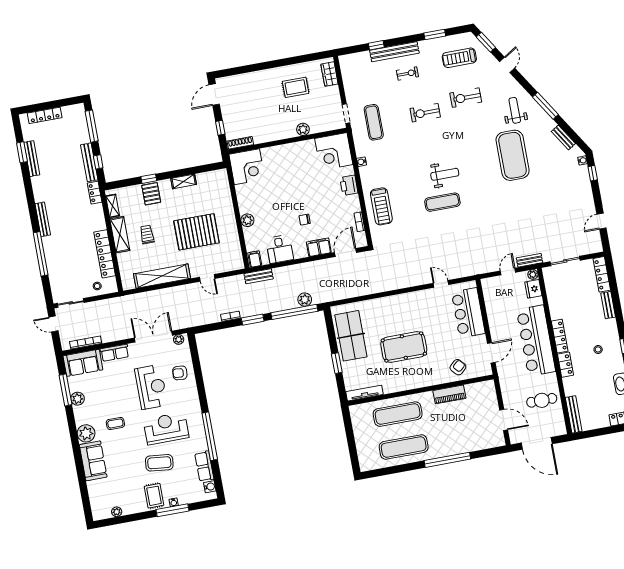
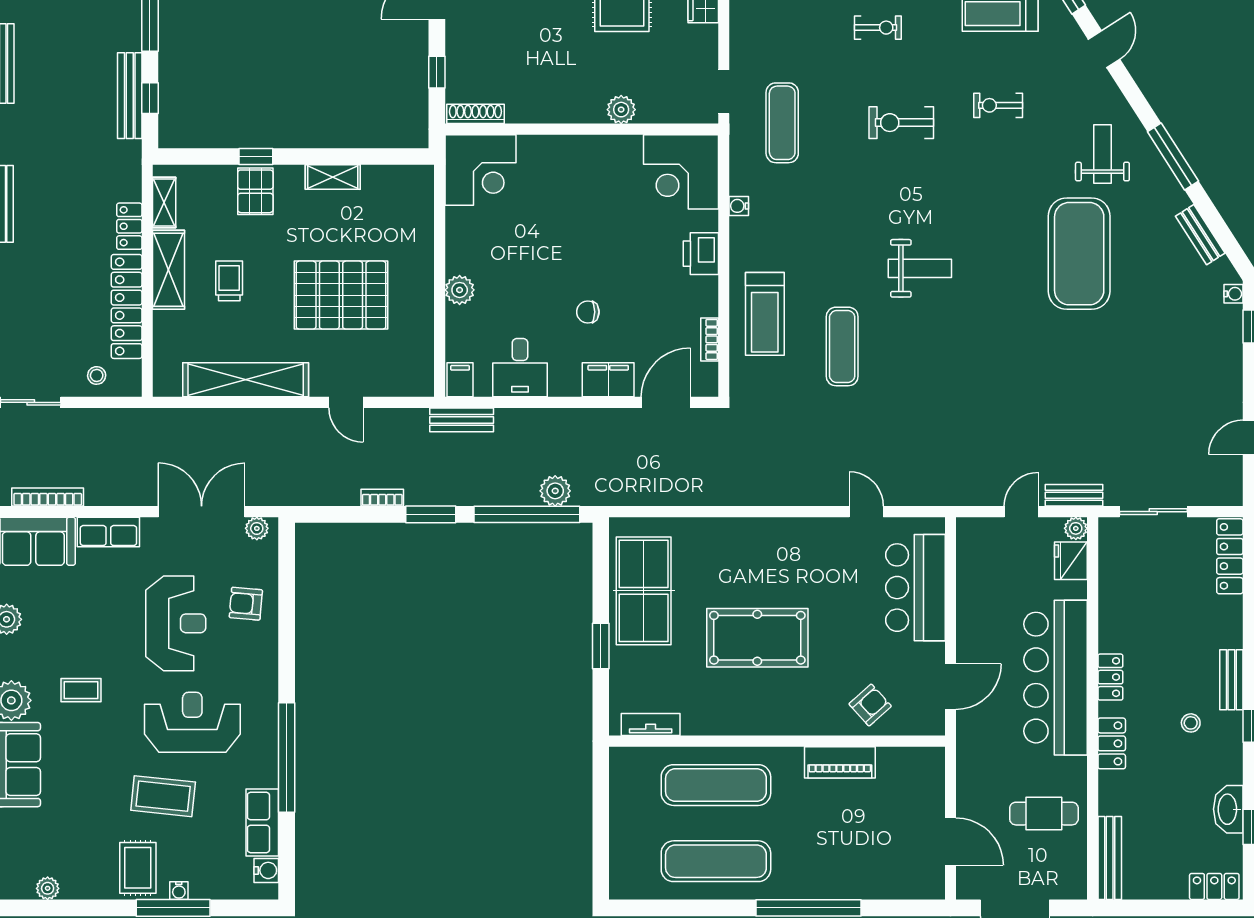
exercise bike: (466, 98) -> (998, 105), width x0.73, depth x0.72
locker: (95, 193) -> (129, 226), moved
exercise mat: (442, 202) -> (842, 346), moved, turned 90
bench: (608, 305) -> (1231, 680), moved
locker: (560, 336) -> (1110, 677), width x0.66
tv unit: (365, 393) -> (651, 725), width x0.71

